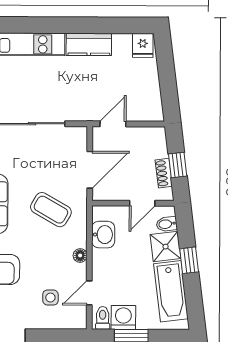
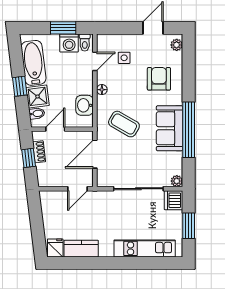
kitchen counter: (89, 44) -> (81, 249), moved

